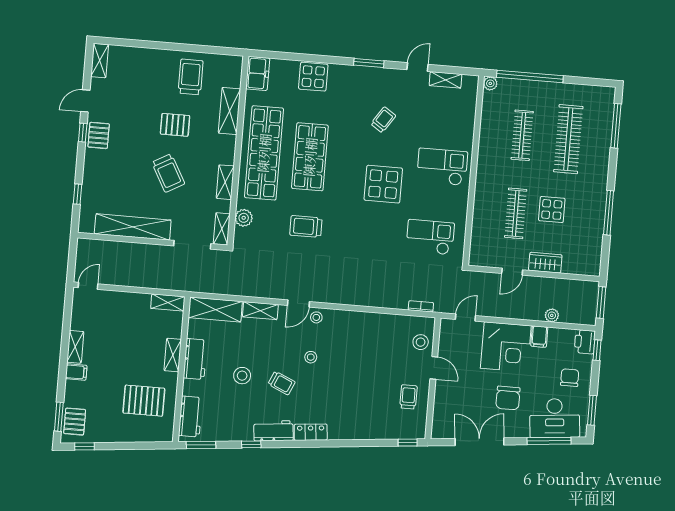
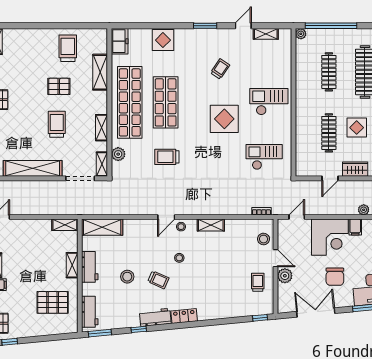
trolley: (168, 173) -> (57, 124), turned -151
shelving: (260, 311) -> (211, 225), moved
plant: (444, 391) -> (285, 276), added

